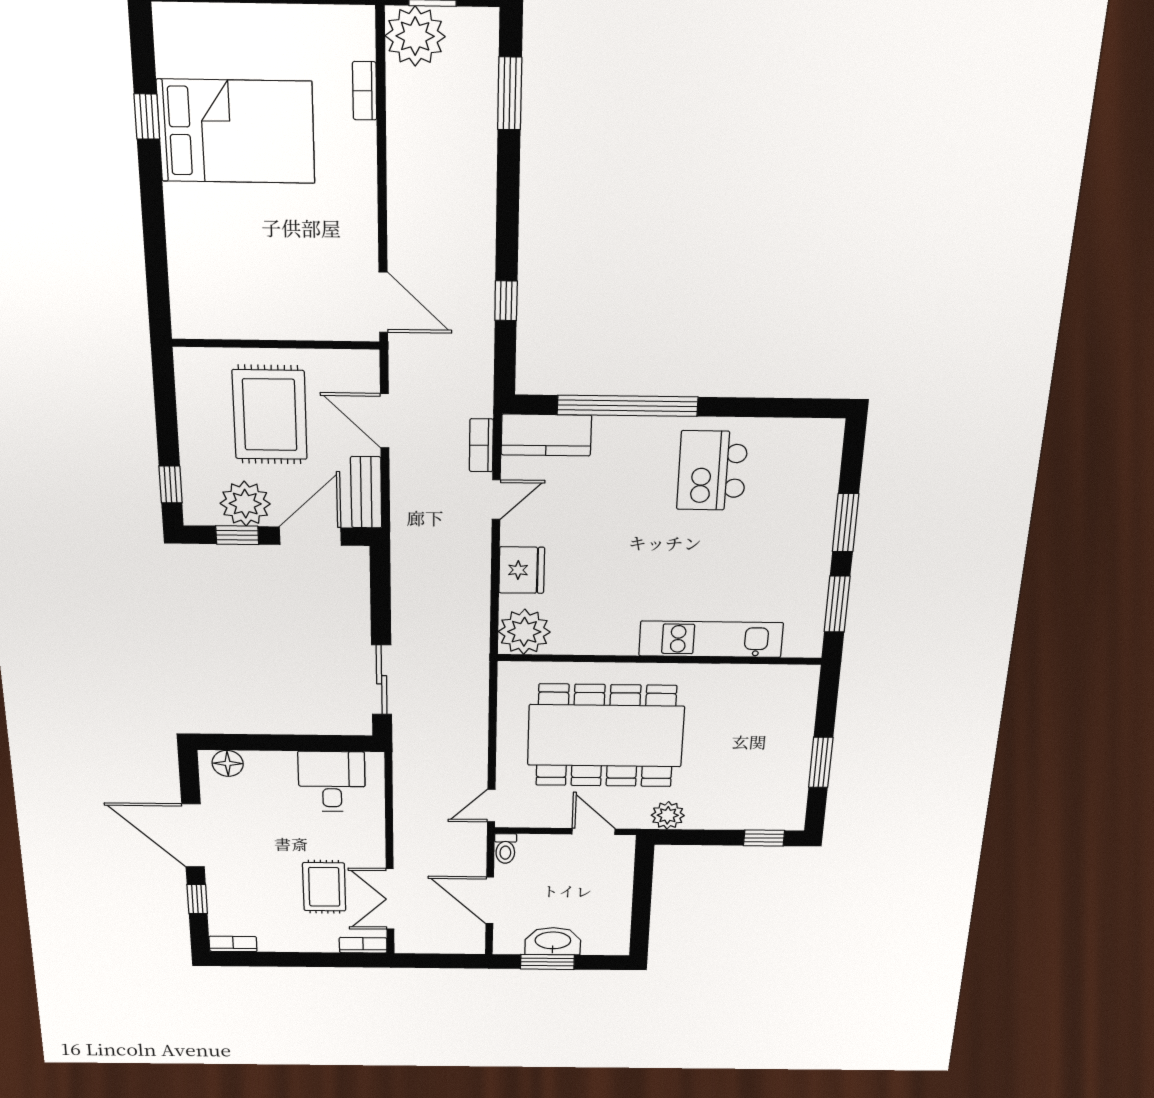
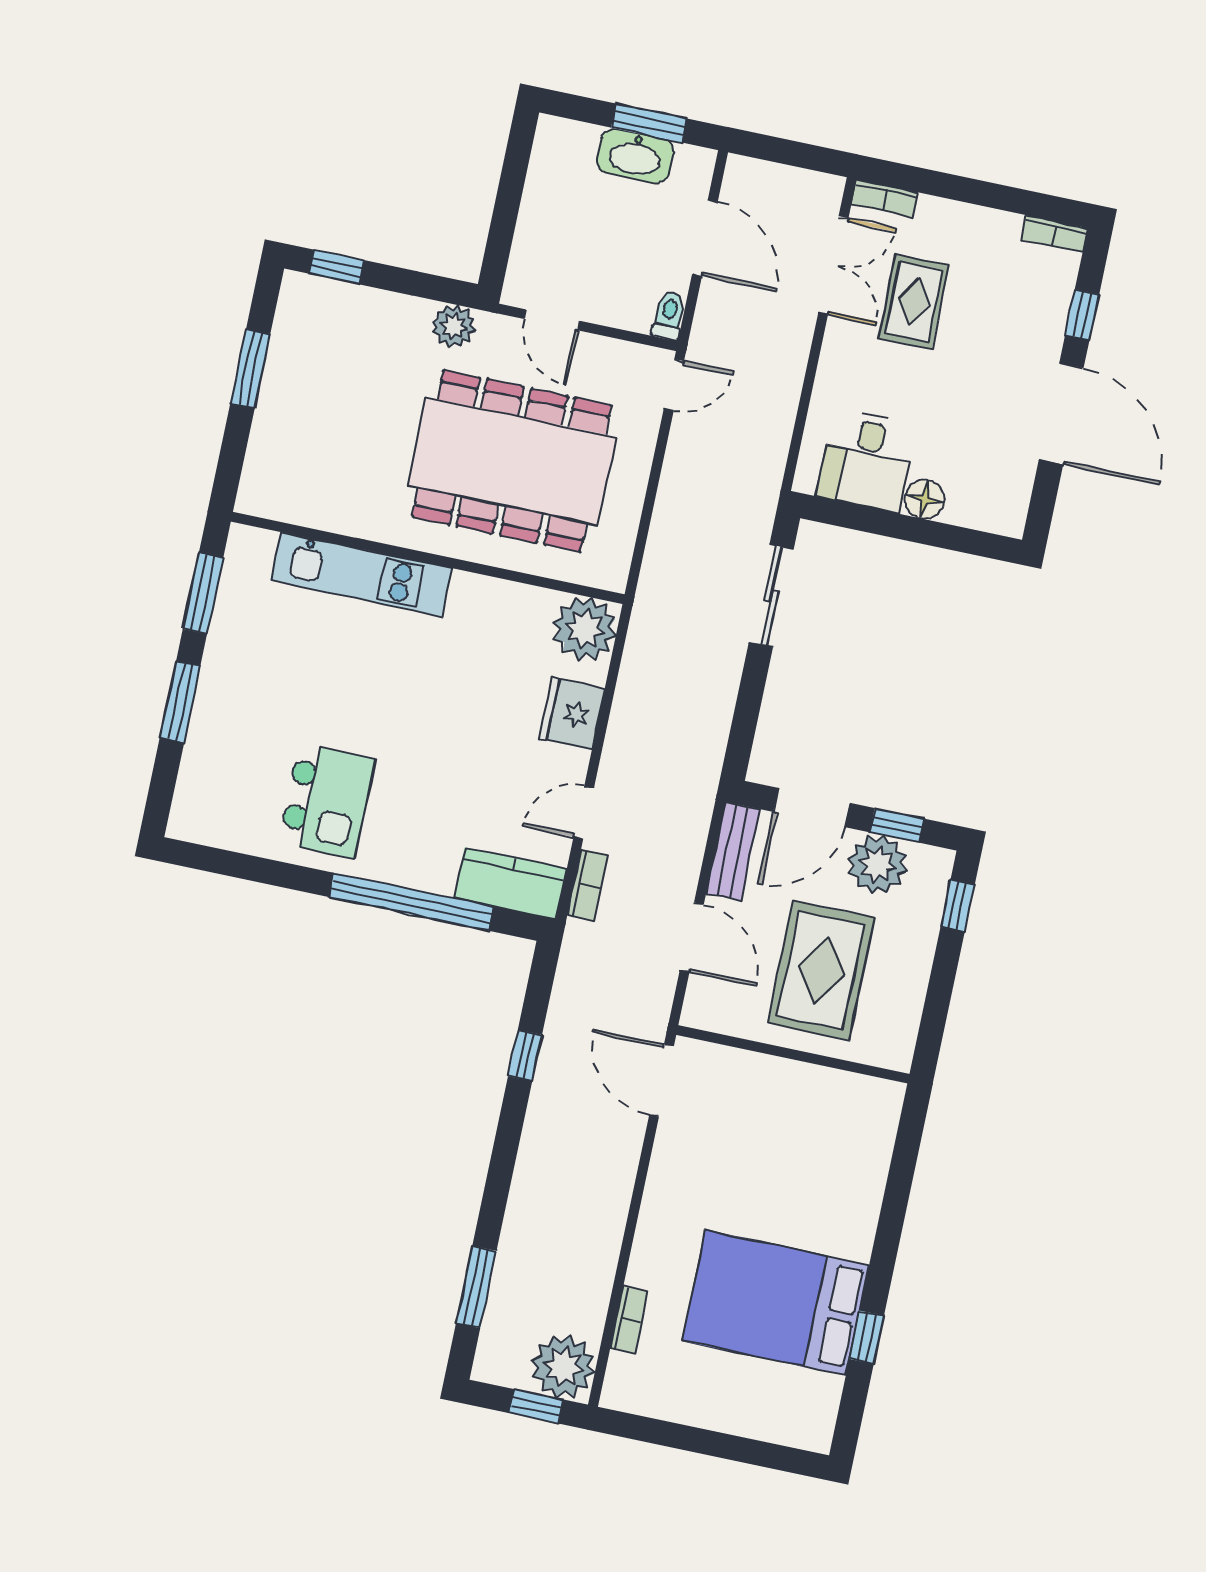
floor lamp: (228, 763) -> (925, 499), moved

